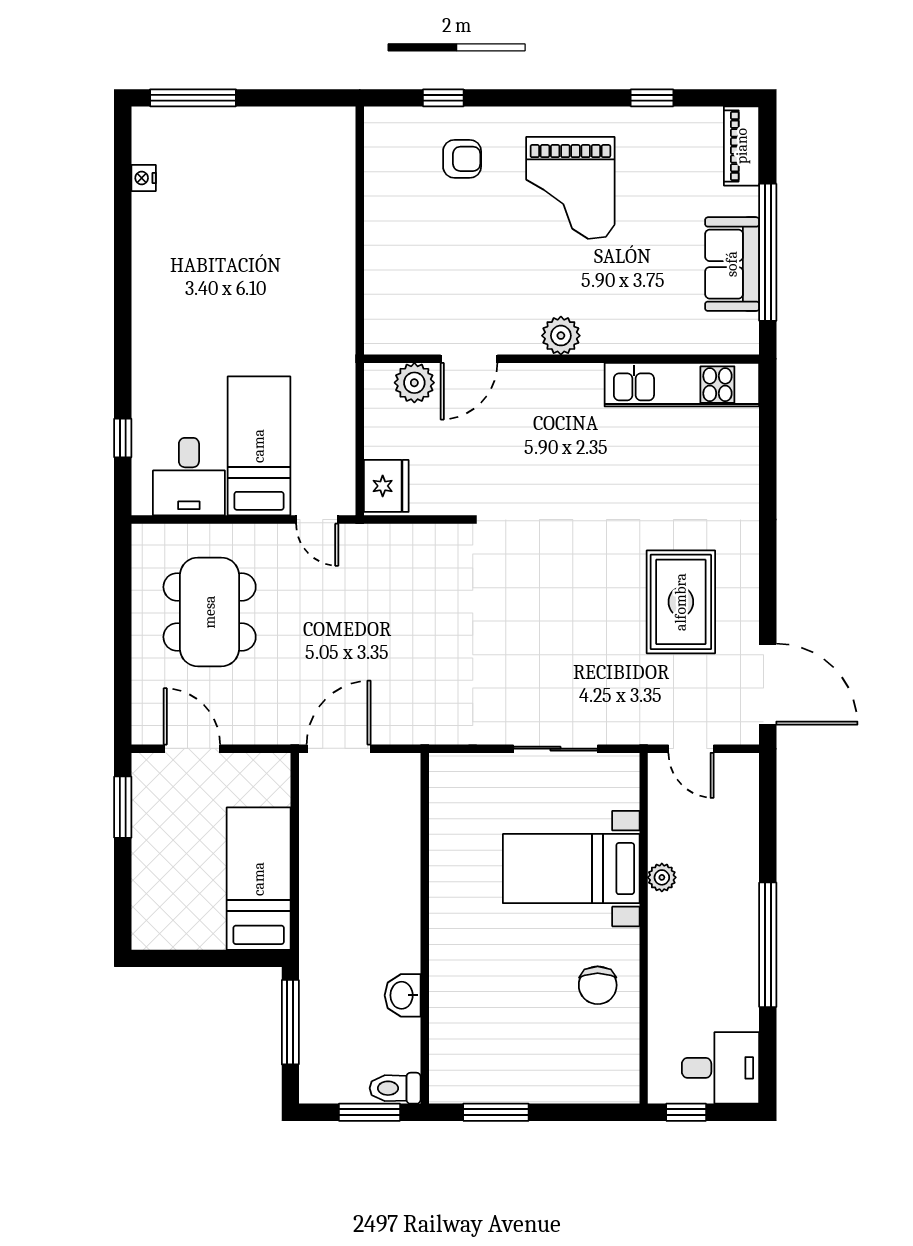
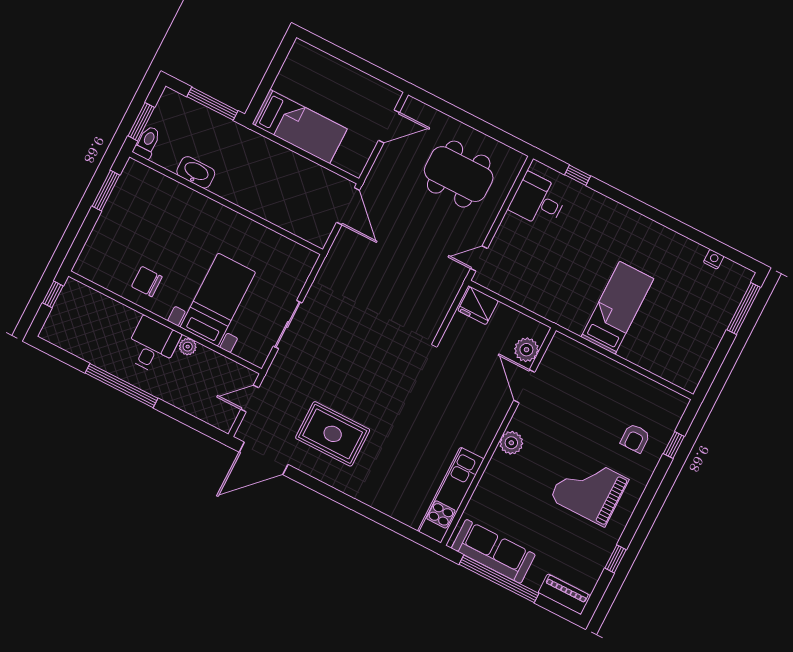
sofa: (732, 264) -> (493, 551), width x1.36
bed: (259, 446) -> (617, 308), moved, turned -90
window: (123, 807) -> (376, 72), removed
washbasin: (403, 995) -> (196, 172), width x1.38
desk: (721, 1068) -> (152, 345), moved, turned 180

